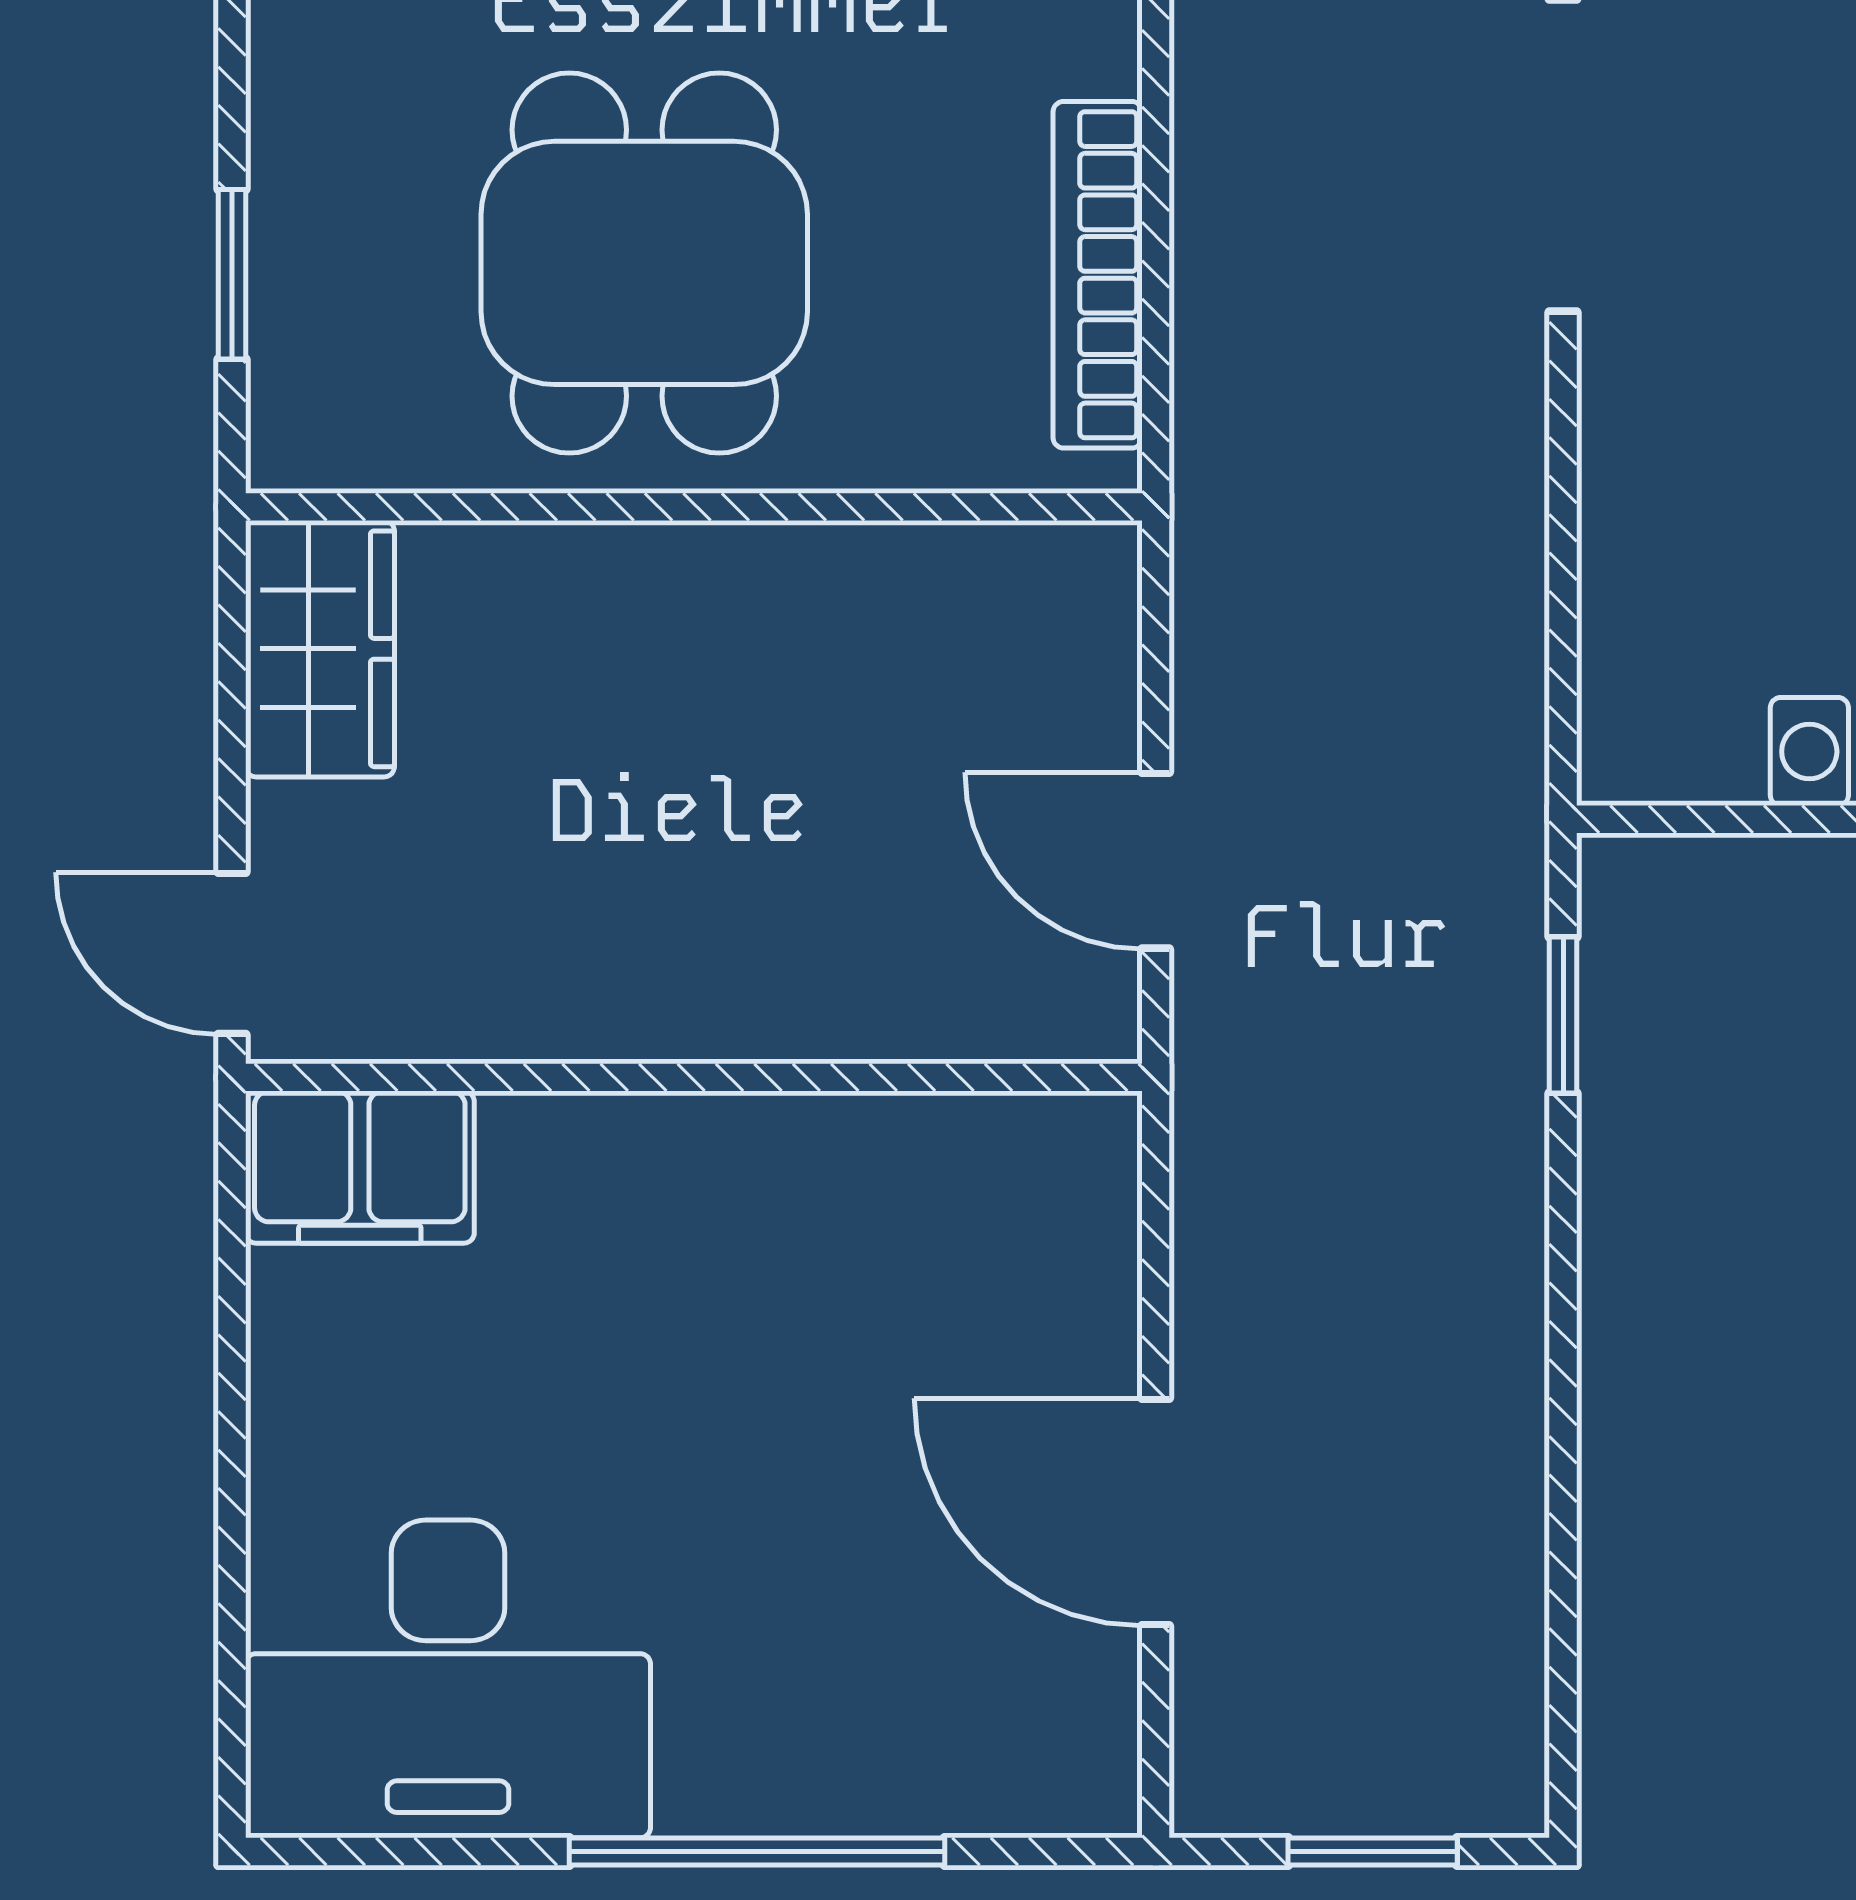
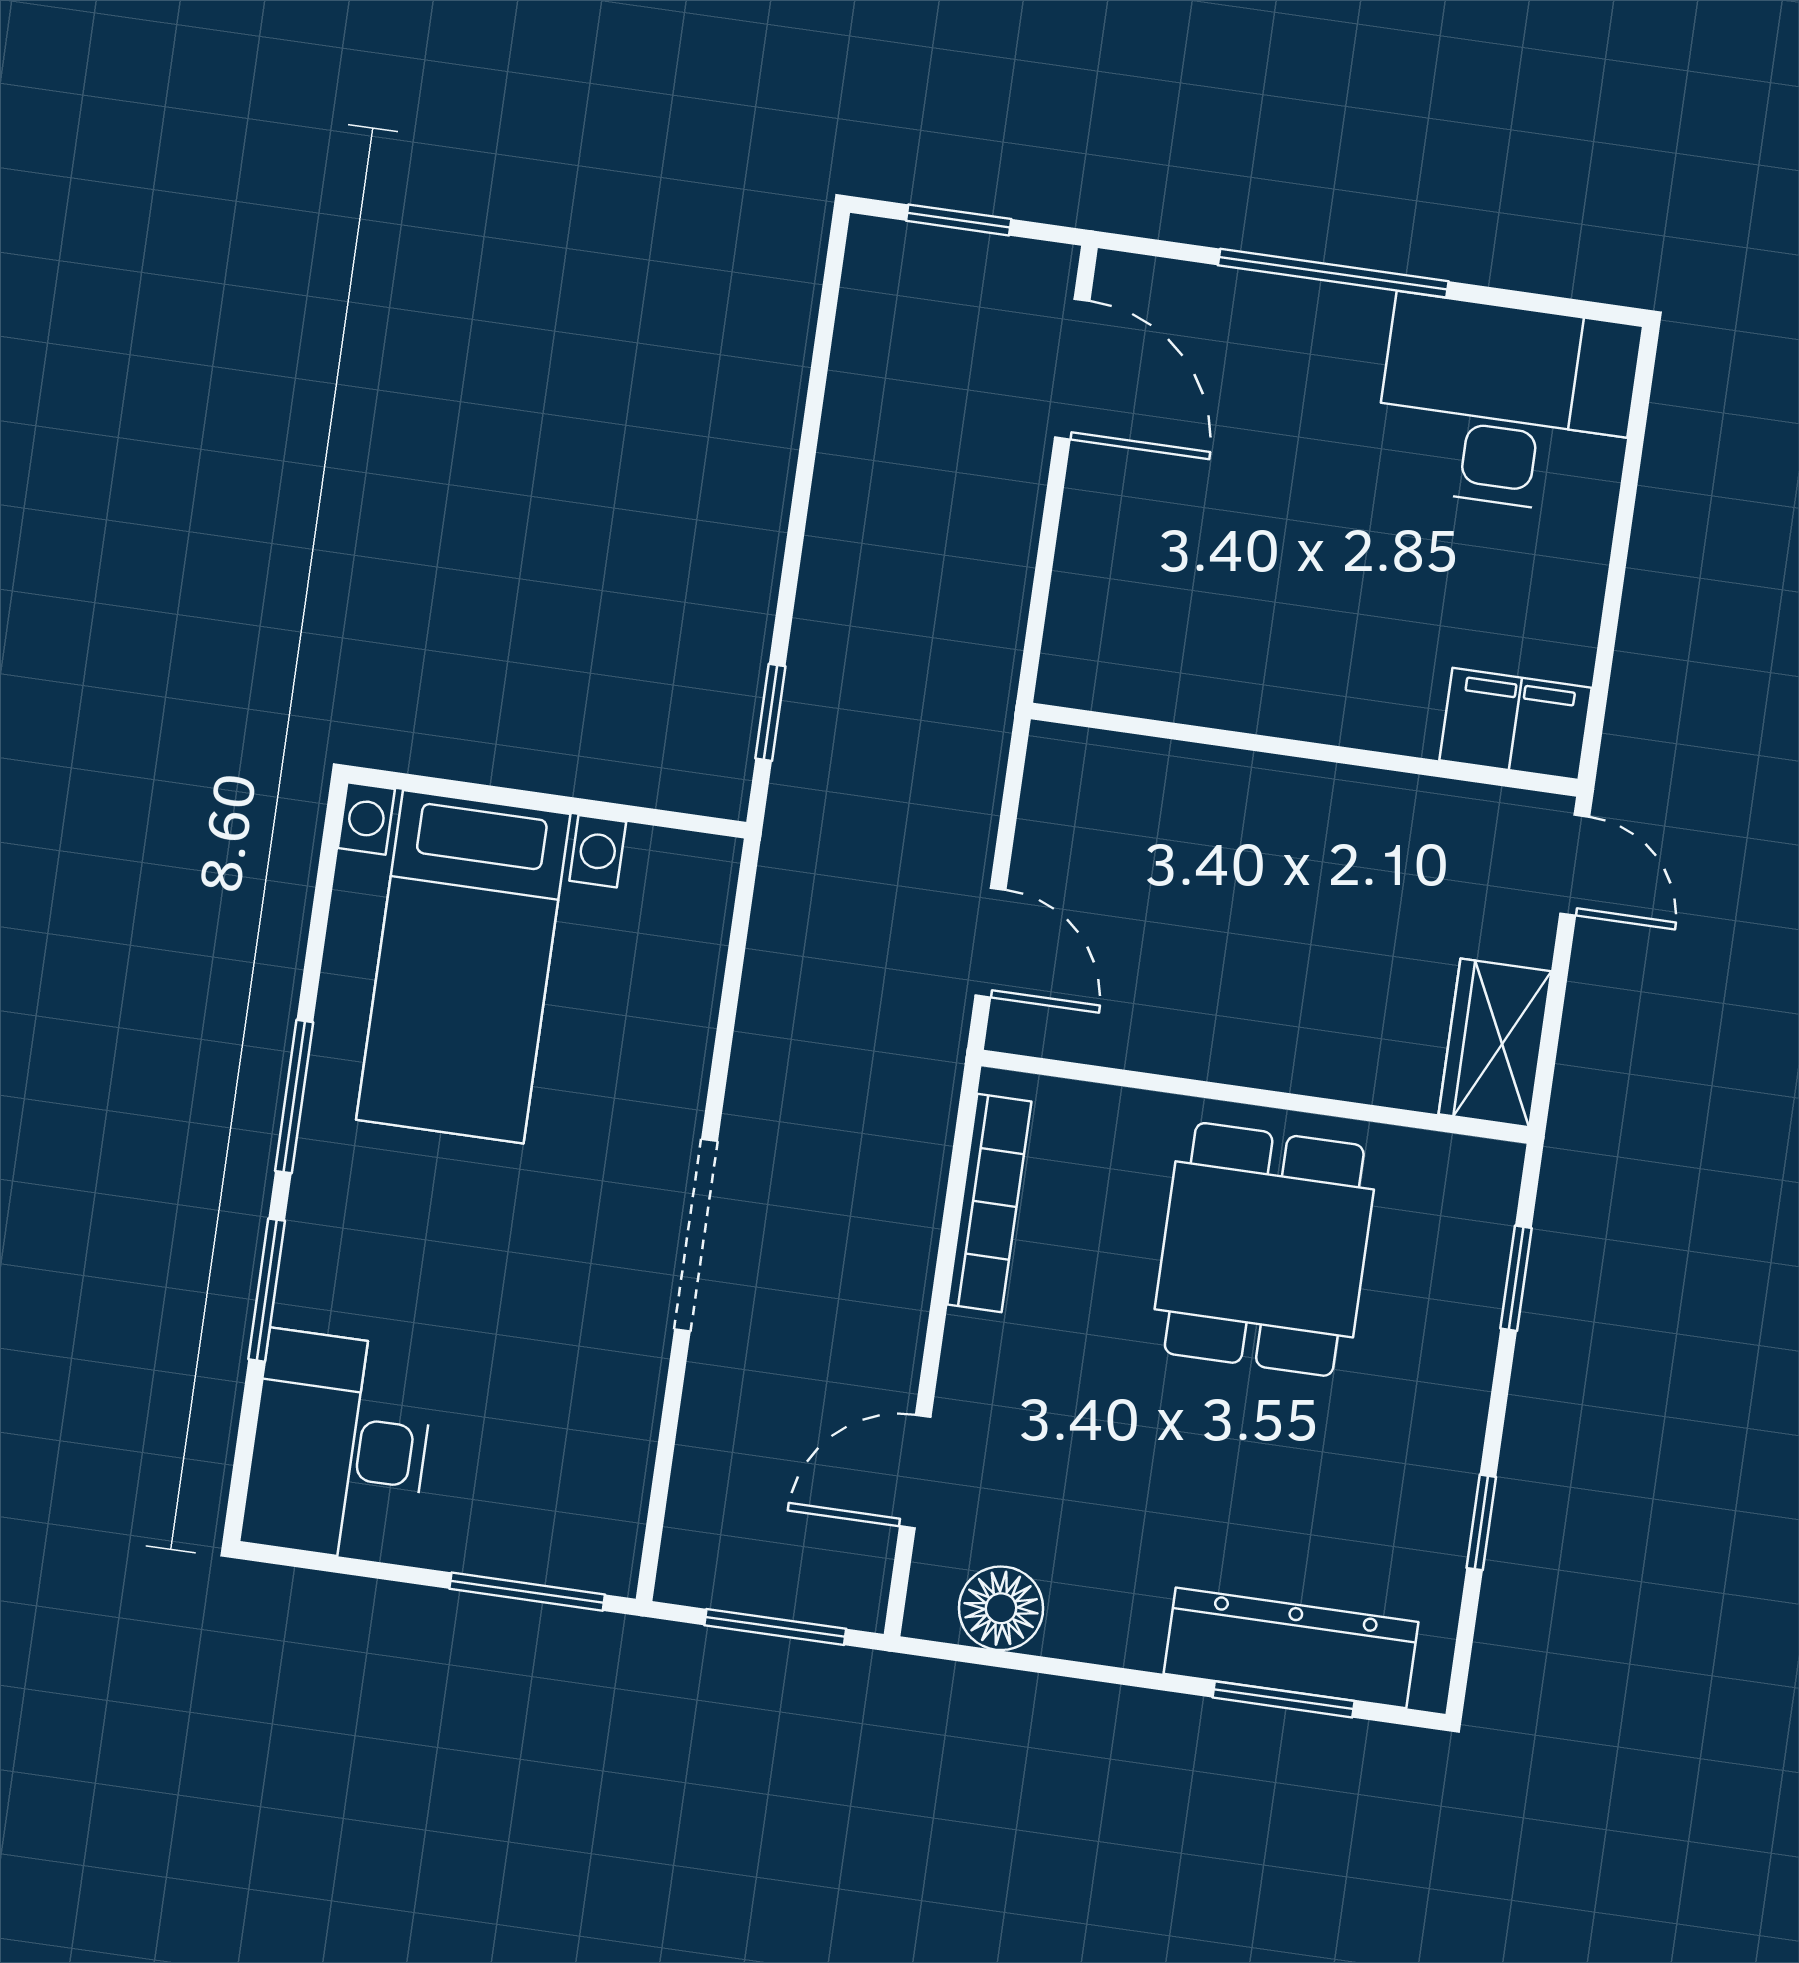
door: (1156, 861) -> (991, 943), moved
door: (1156, 1512) -> (1072, 369), moved

